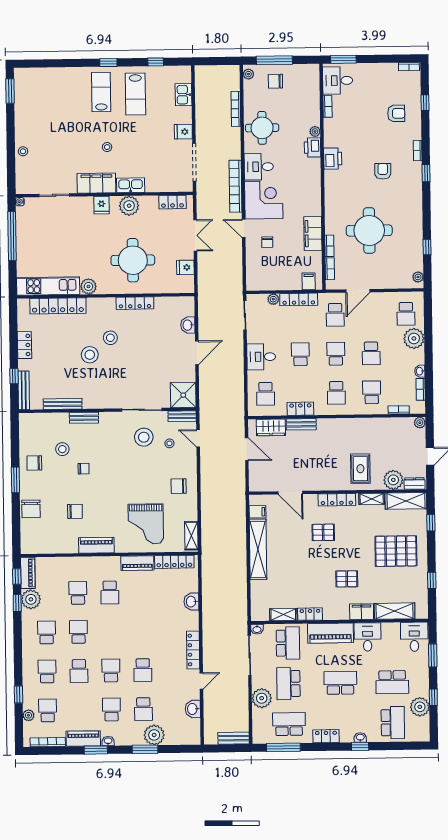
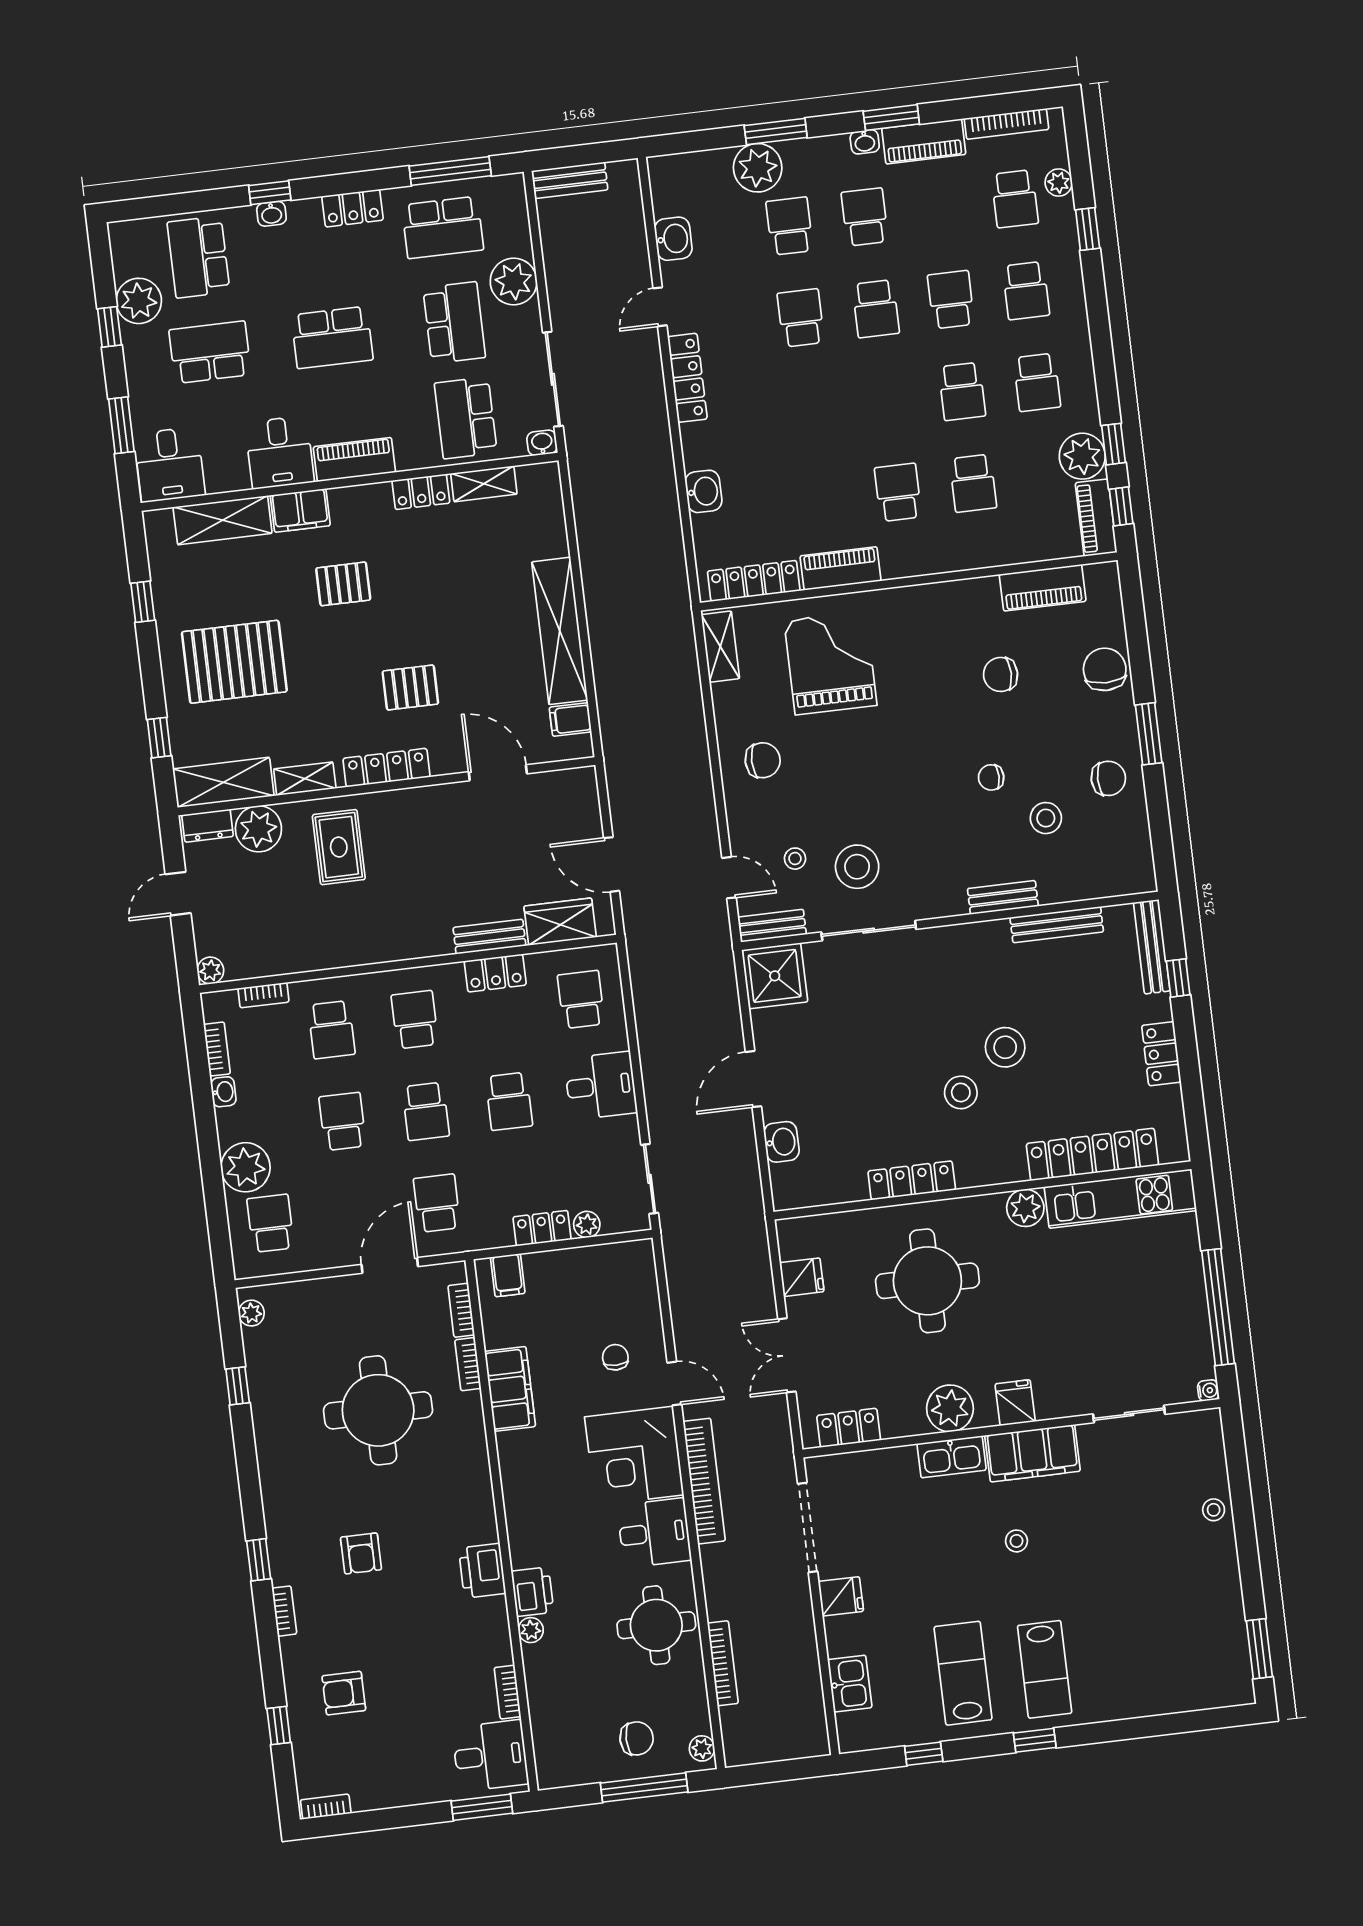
locker: (299, 299) -> (542, 1228), width x0.66
piano: (96, 545) -> (1043, 588), moved
piano: (330, 633) -> (354, 460), width x0.73, depth x0.75
school desk: (111, 710) -> (865, 217), turned 180

